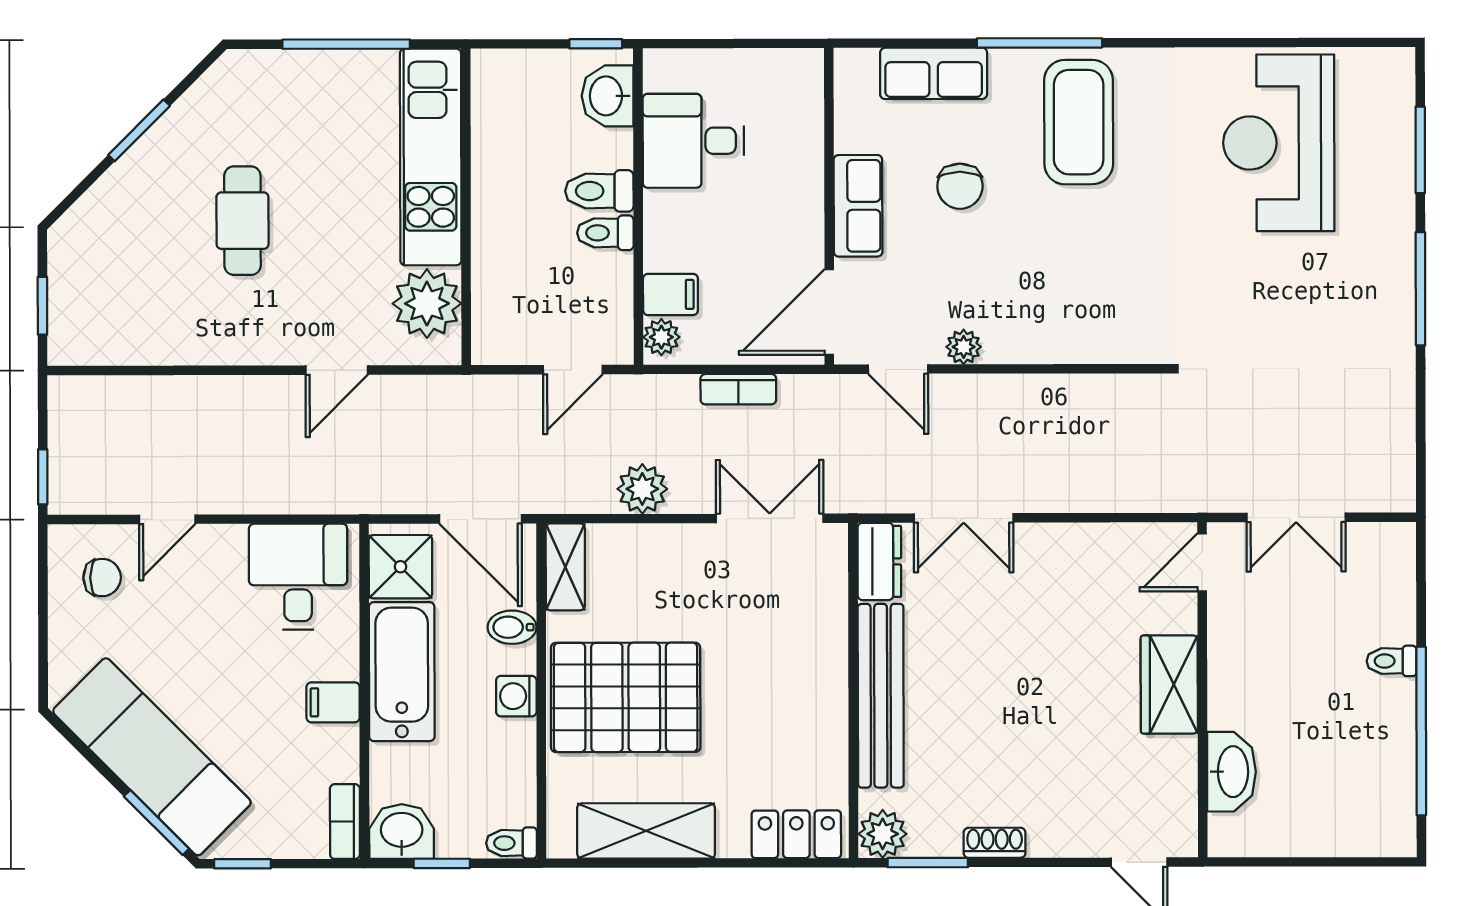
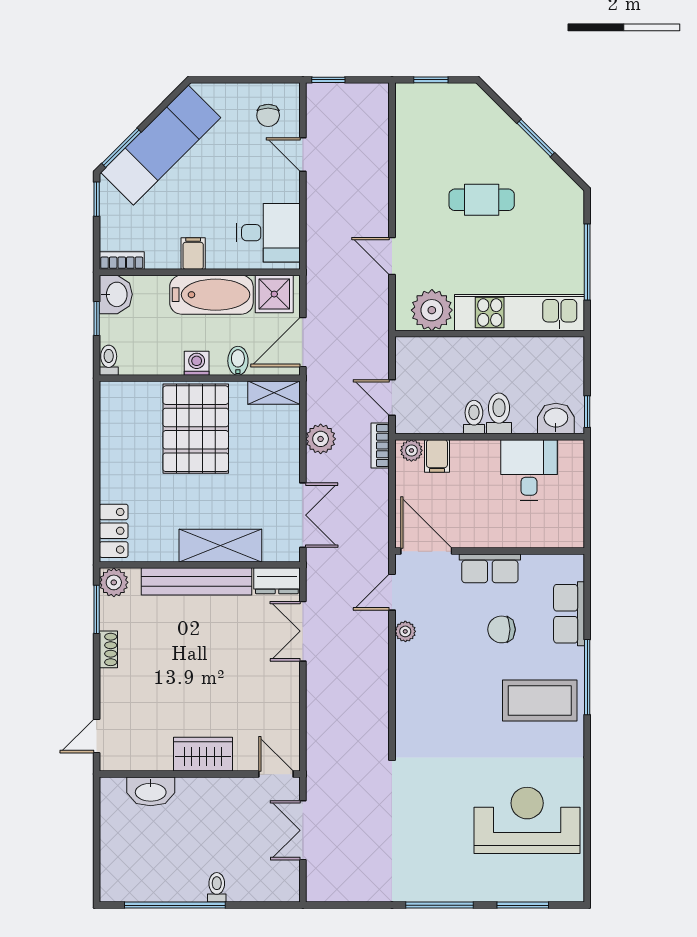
bookcase: (738, 389) -> (380, 446), moved
shelving: (646, 831) -> (220, 546), moved, turned 90

